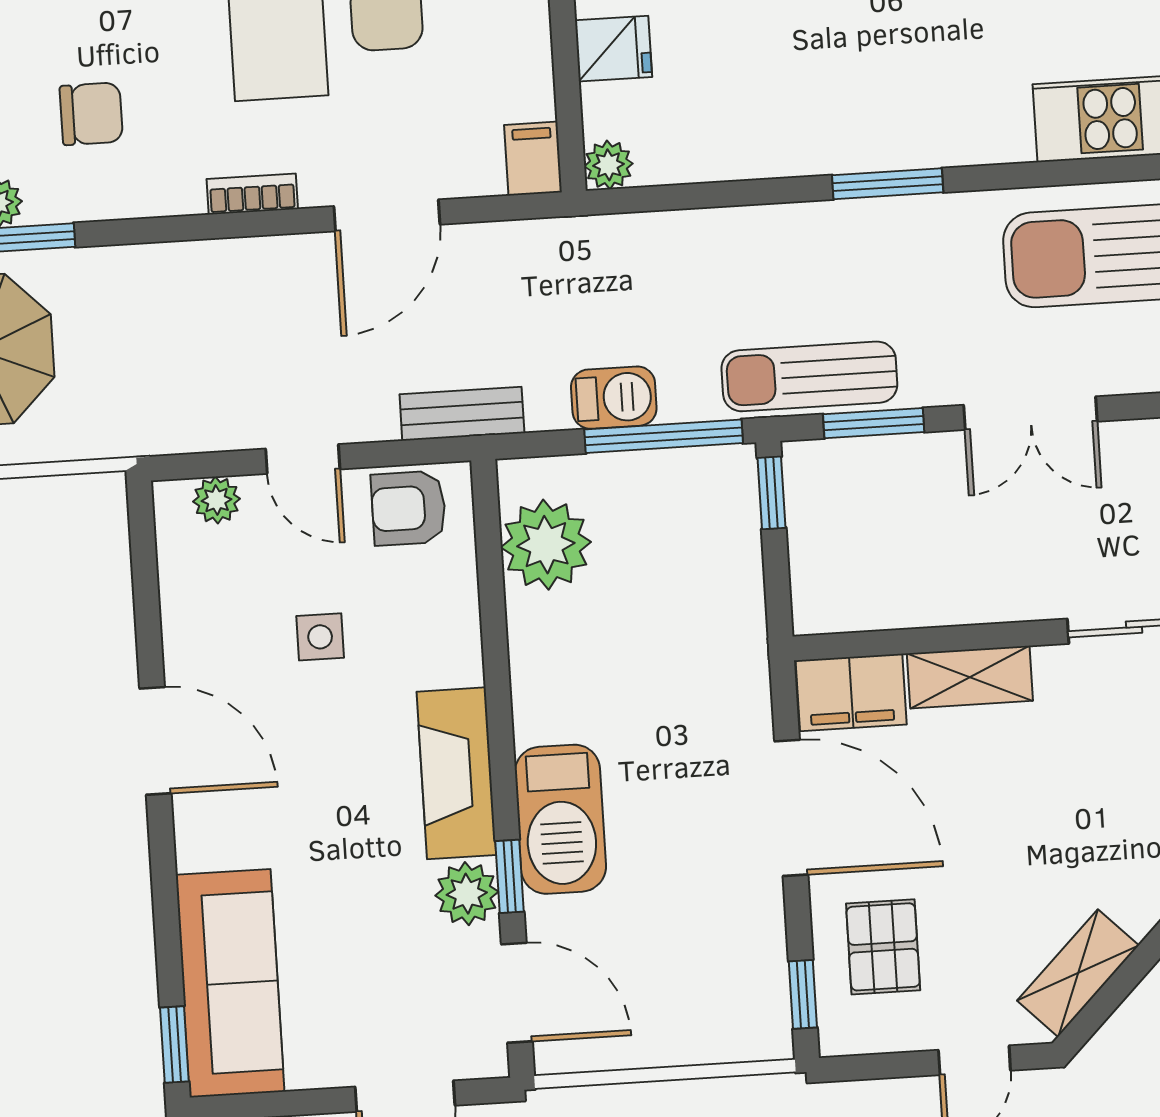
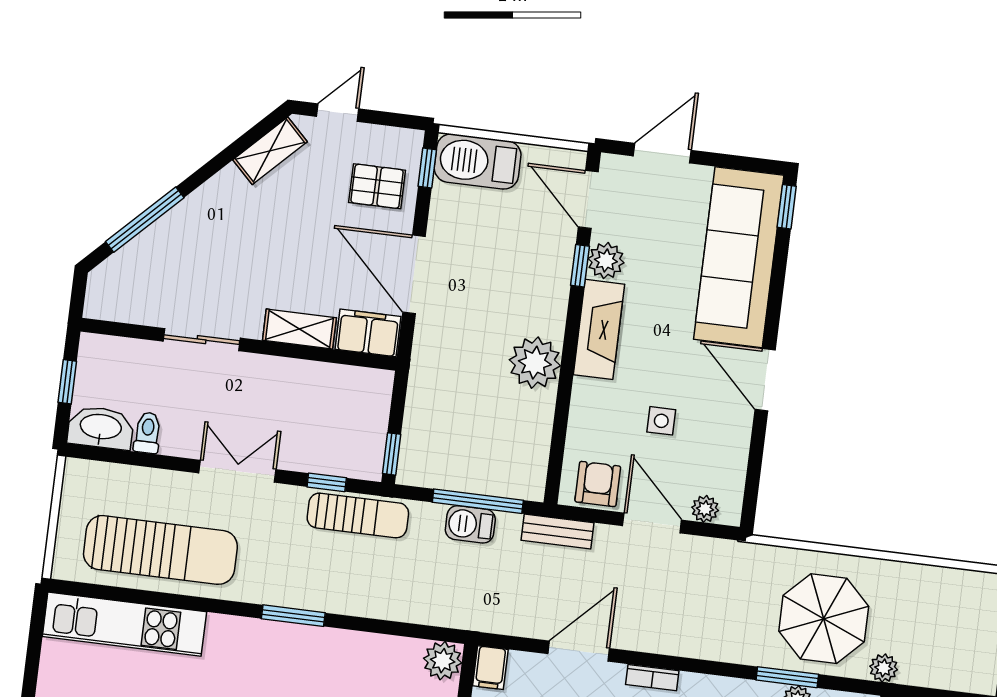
plant: (608, 165) -> (443, 661), width x1.38, depth x1.38
window: (874, 423) -> (327, 482), width x0.67
window: (664, 436) -> (478, 501), moved
door: (303, 459) -> (652, 523), width x1.38
armchair: (408, 508) -> (598, 484), turned -90
plant: (546, 545) -> (535, 363), moved
barbecue: (560, 819) -> (478, 161), moved, turned -90
pallet: (883, 947) -> (377, 186), turned 90
sofa: (230, 983) -> (739, 257), width x1.36, depth x1.27

